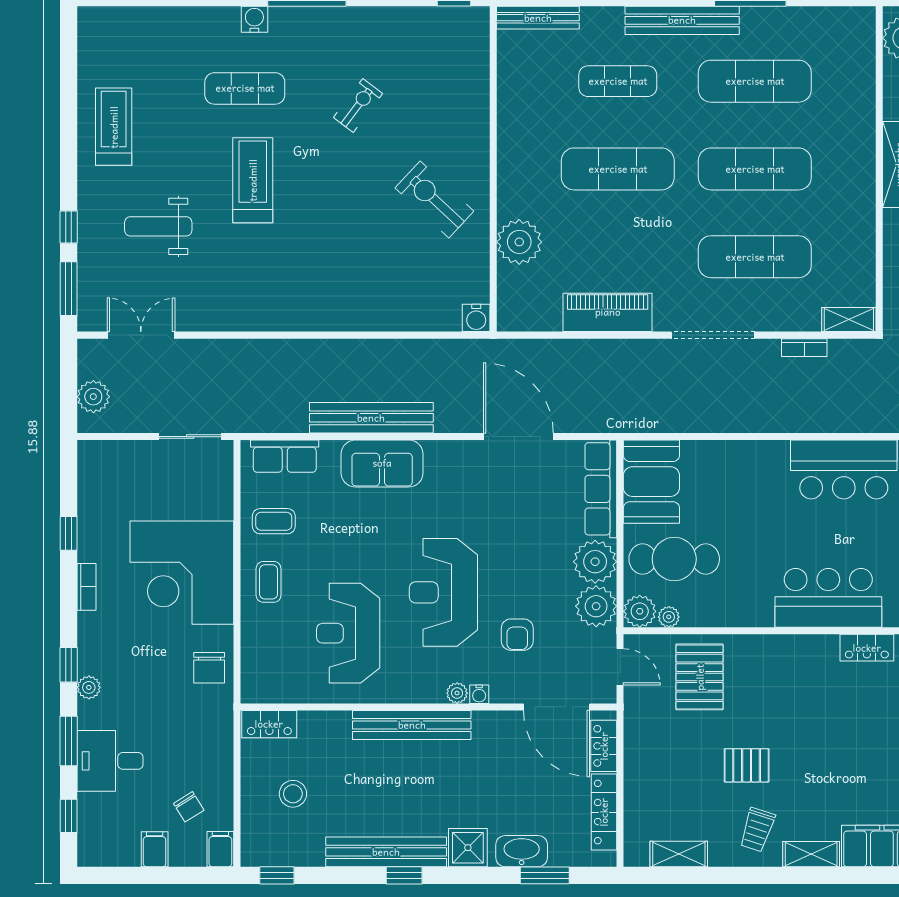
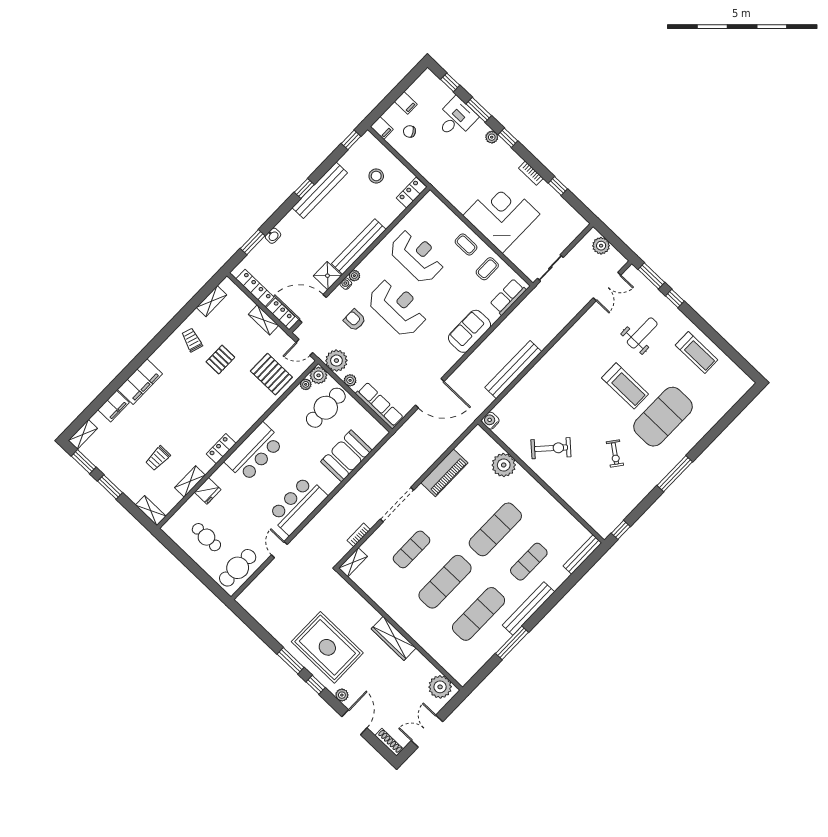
water cooler: (254, 19) -> (686, 446), removed
exercise mat: (245, 88) -> (663, 417), width x2.00, depth x1.45
exercise mat: (755, 257) -> (412, 549), width x0.73, depth x0.69
bench: (371, 418) -> (513, 370), moved
booth: (651, 482) -> (346, 456), moved, turned 90
plant: (595, 562) -> (350, 380), width x0.53, depth x0.53
chair: (209, 668) -> (455, 190), removed
shower: (468, 848) -> (327, 276), moved
washbasin: (522, 851) -> (273, 236), width x0.52, depth x0.69
shelving: (811, 854) -> (263, 320), moved, turned 90

